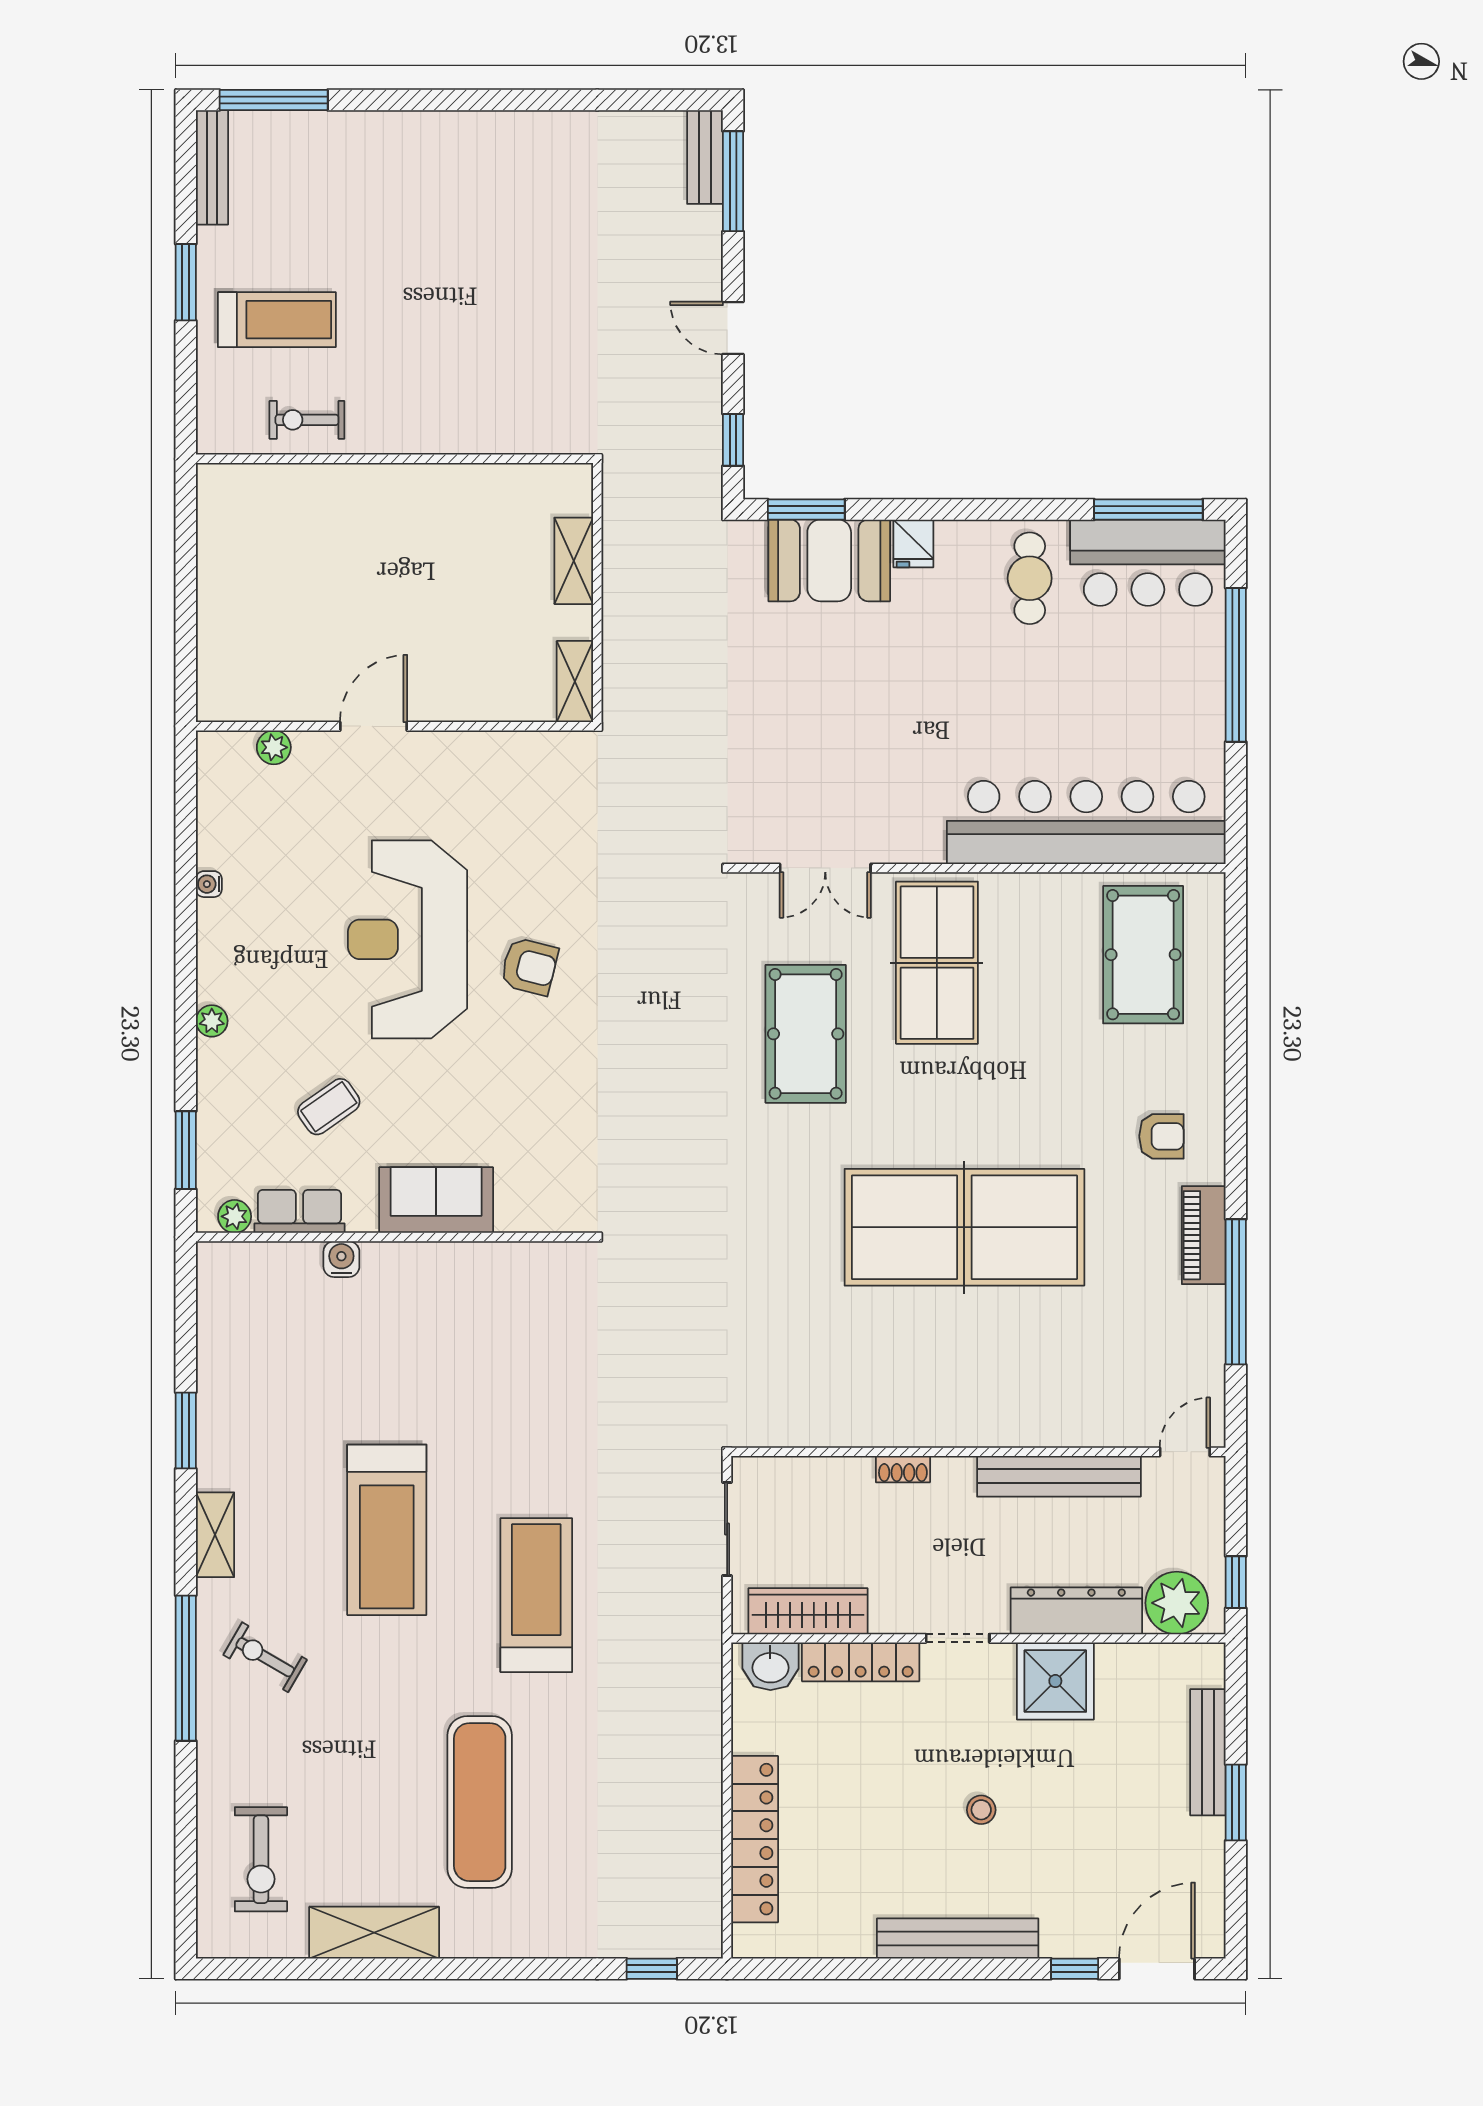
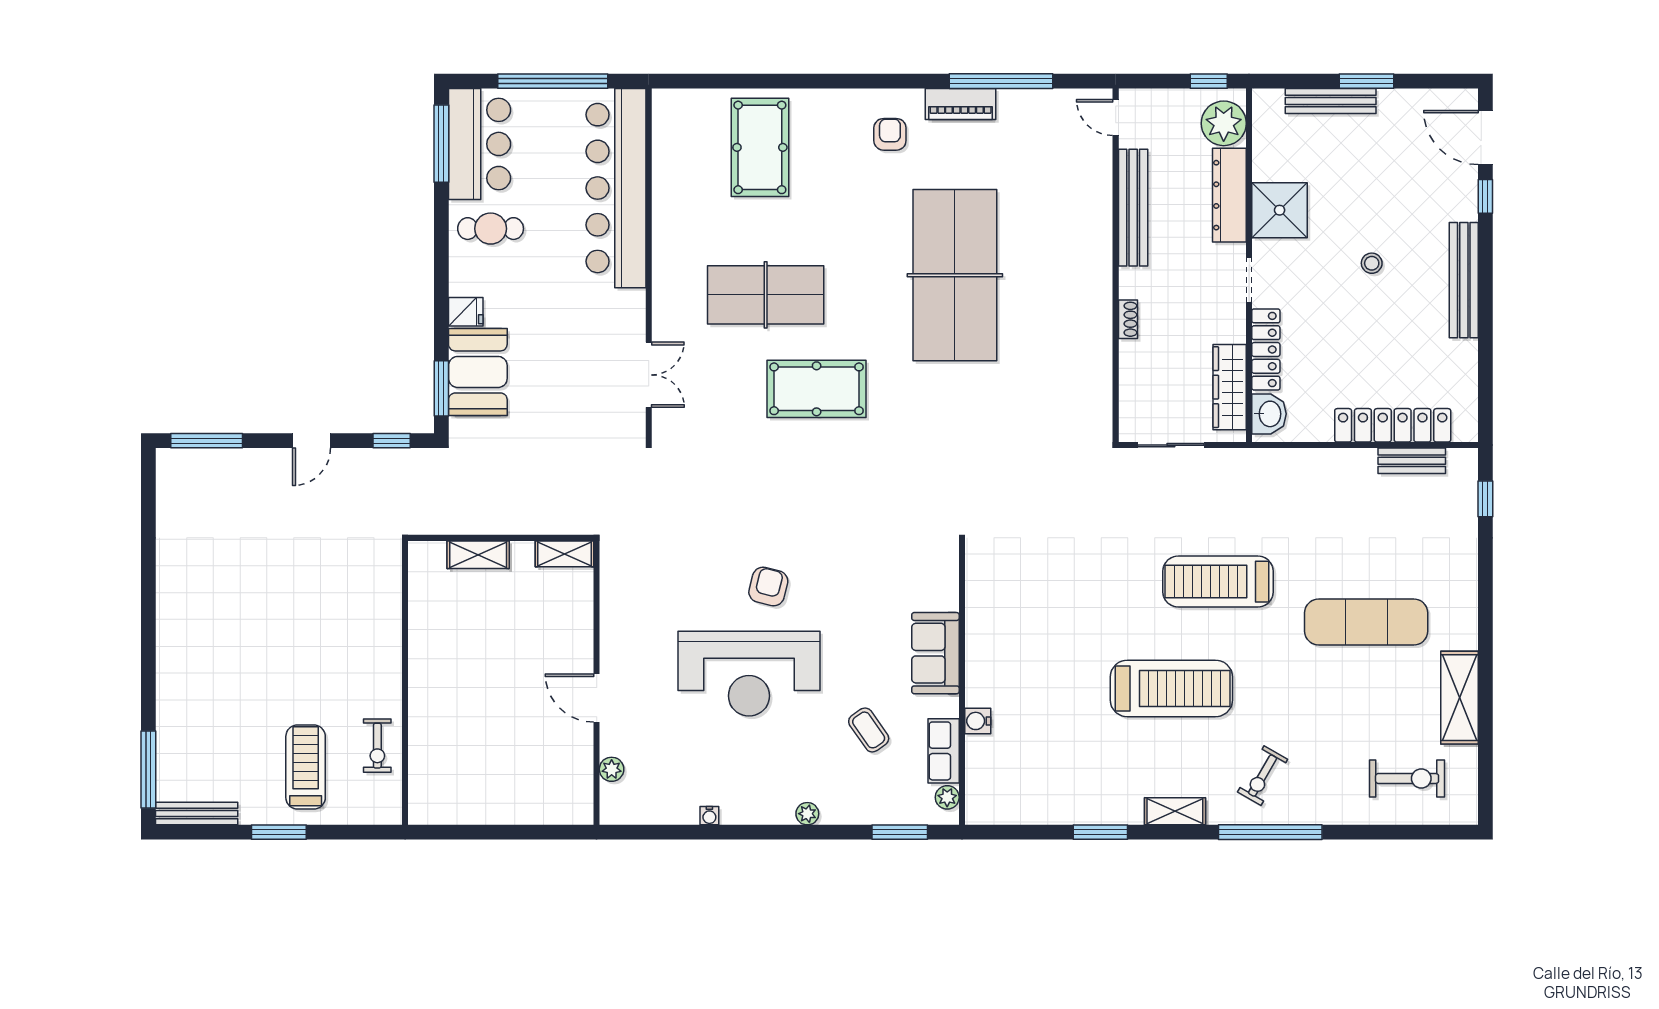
bench: (705, 157) -> (1412, 461), moved
bar counter: (1086, 822) -> (616, 188), moved
double door: (825, 868) -> (649, 375), moved
wall: (978, 868) -> (649, 265), moved
pool table: (1143, 955) -> (760, 147), turned 90

